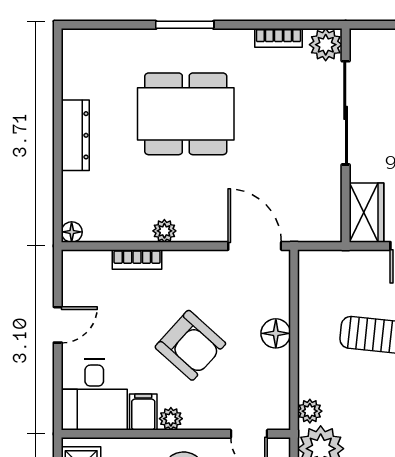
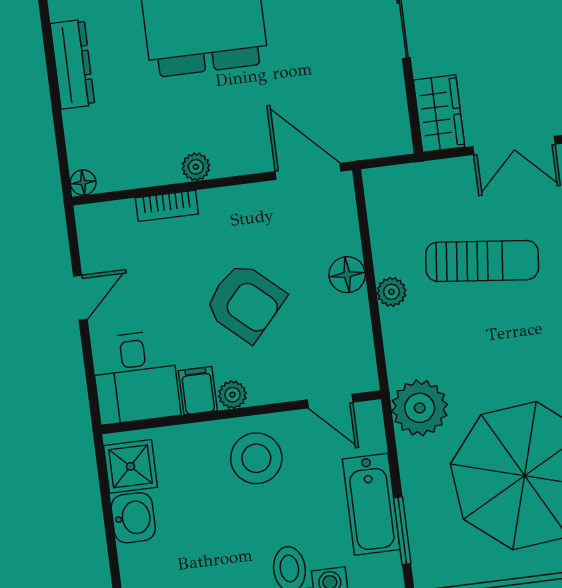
plant: (310, 411) -> (391, 292), moved

